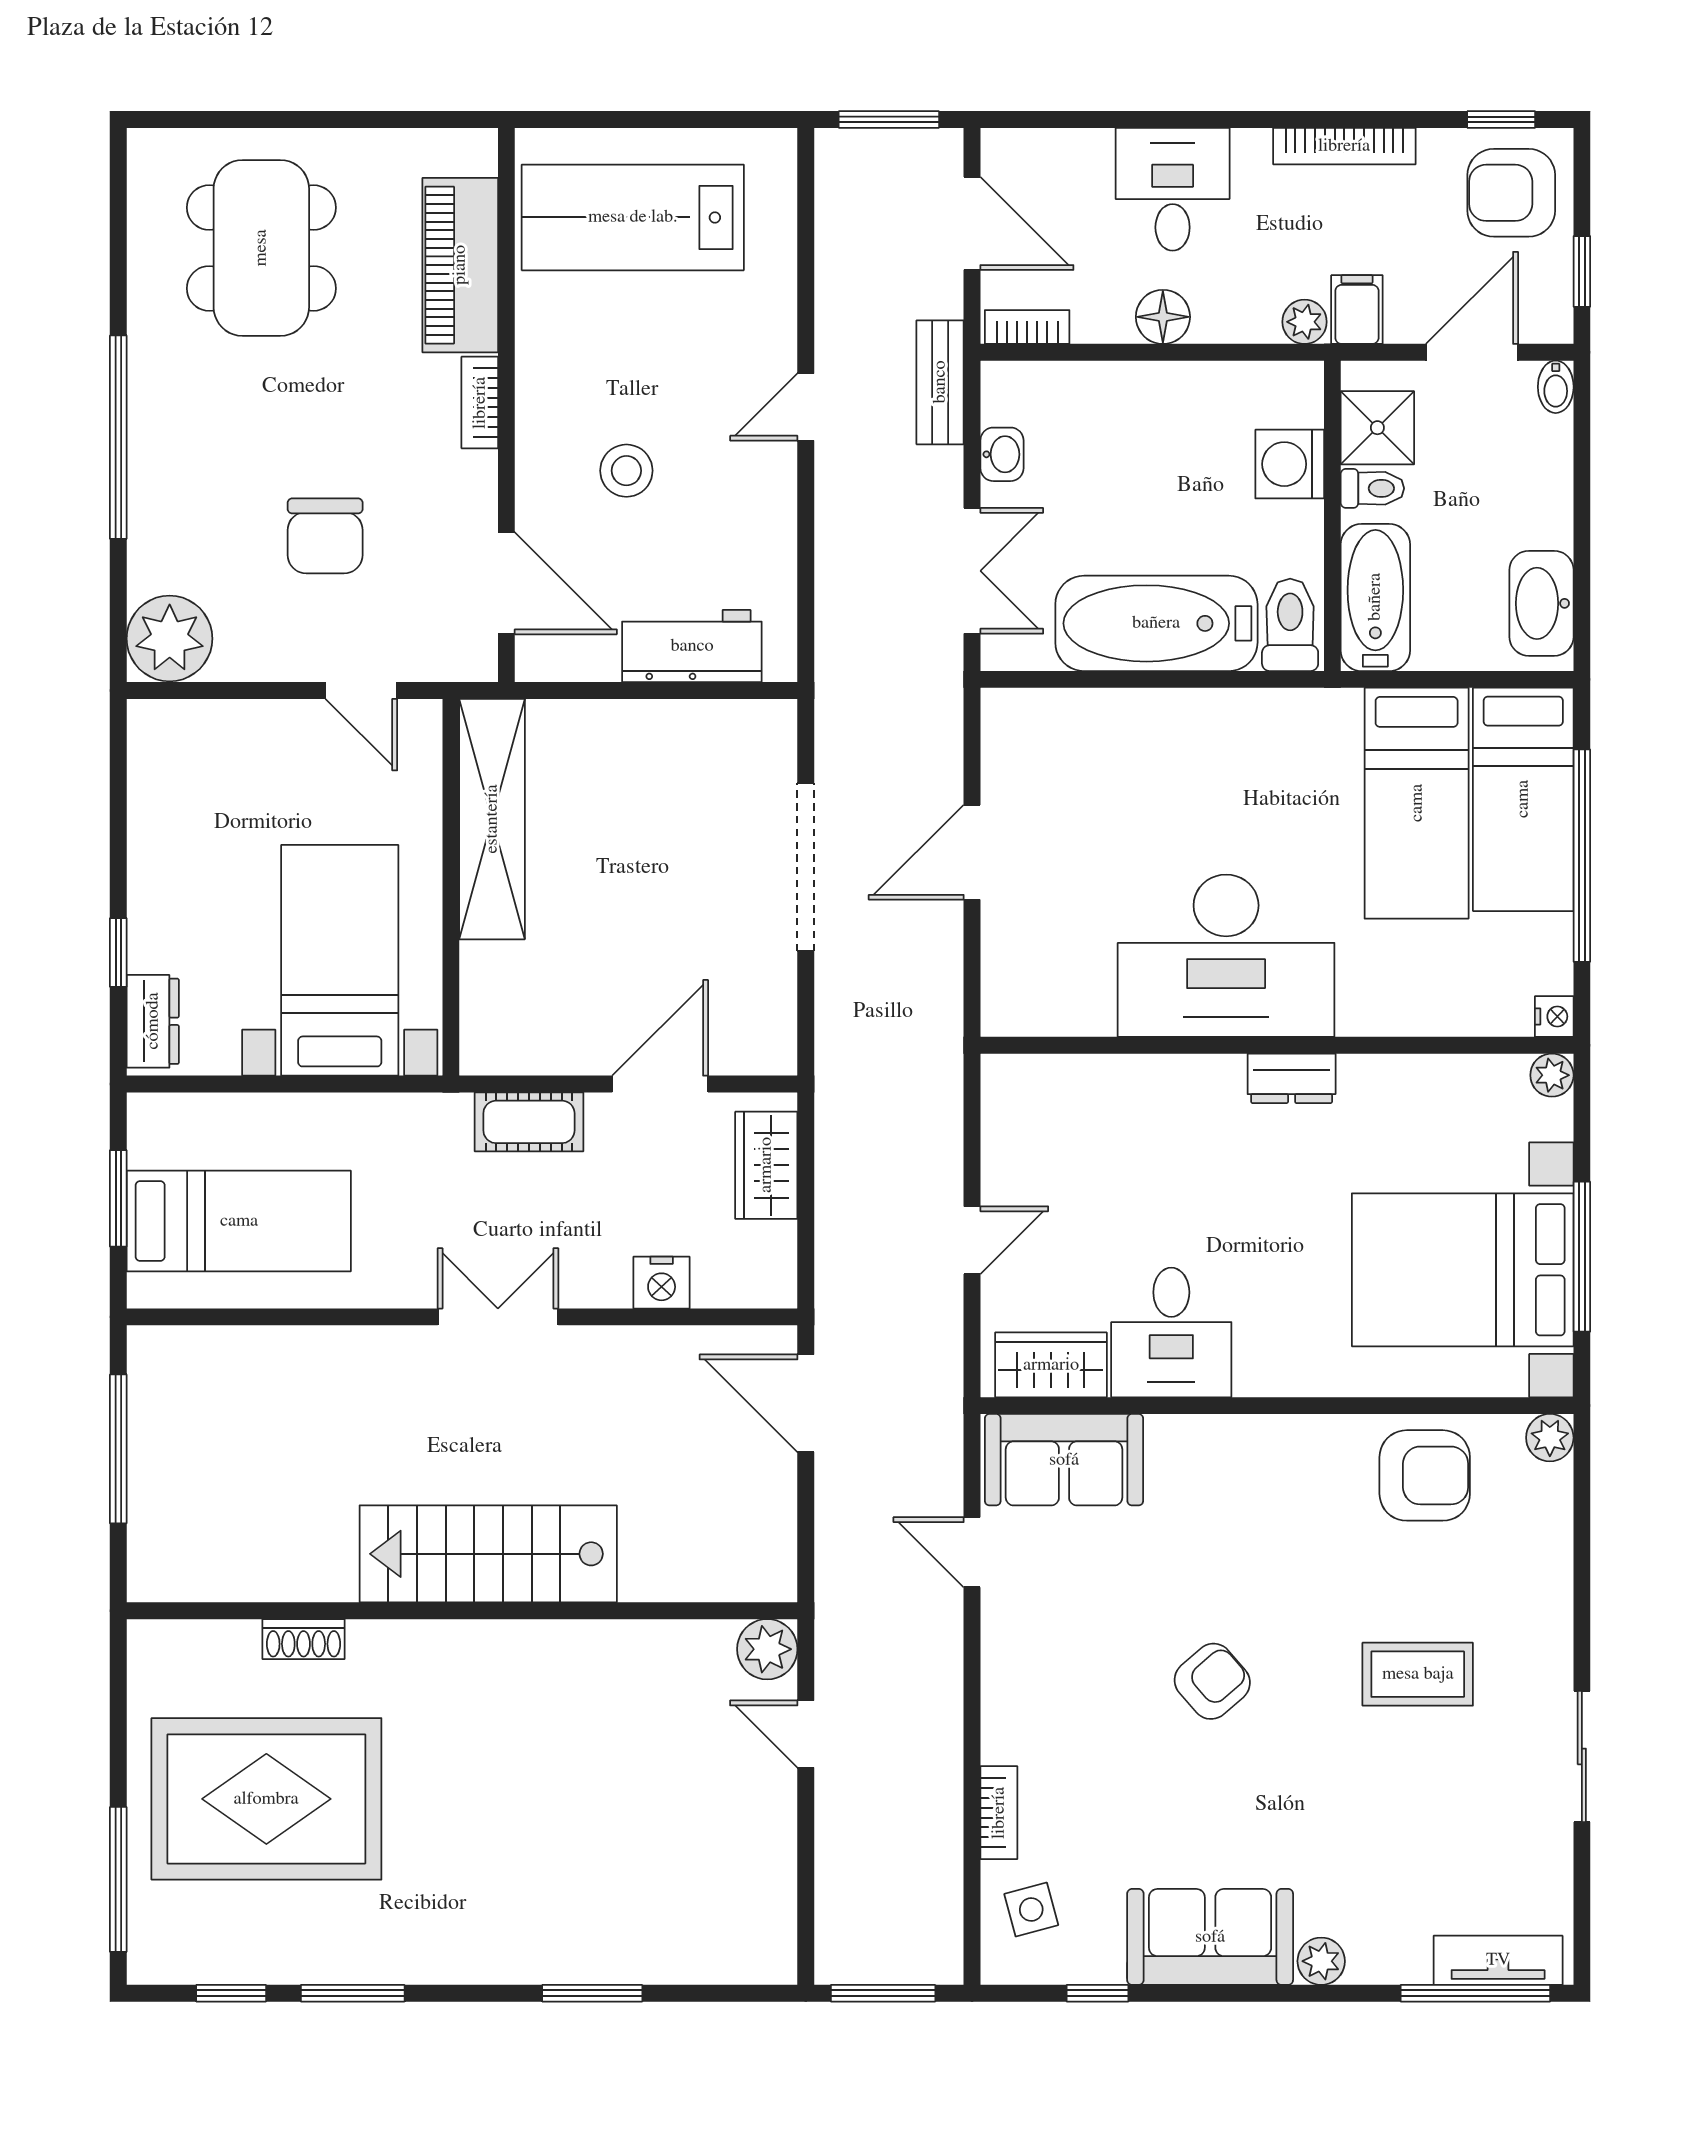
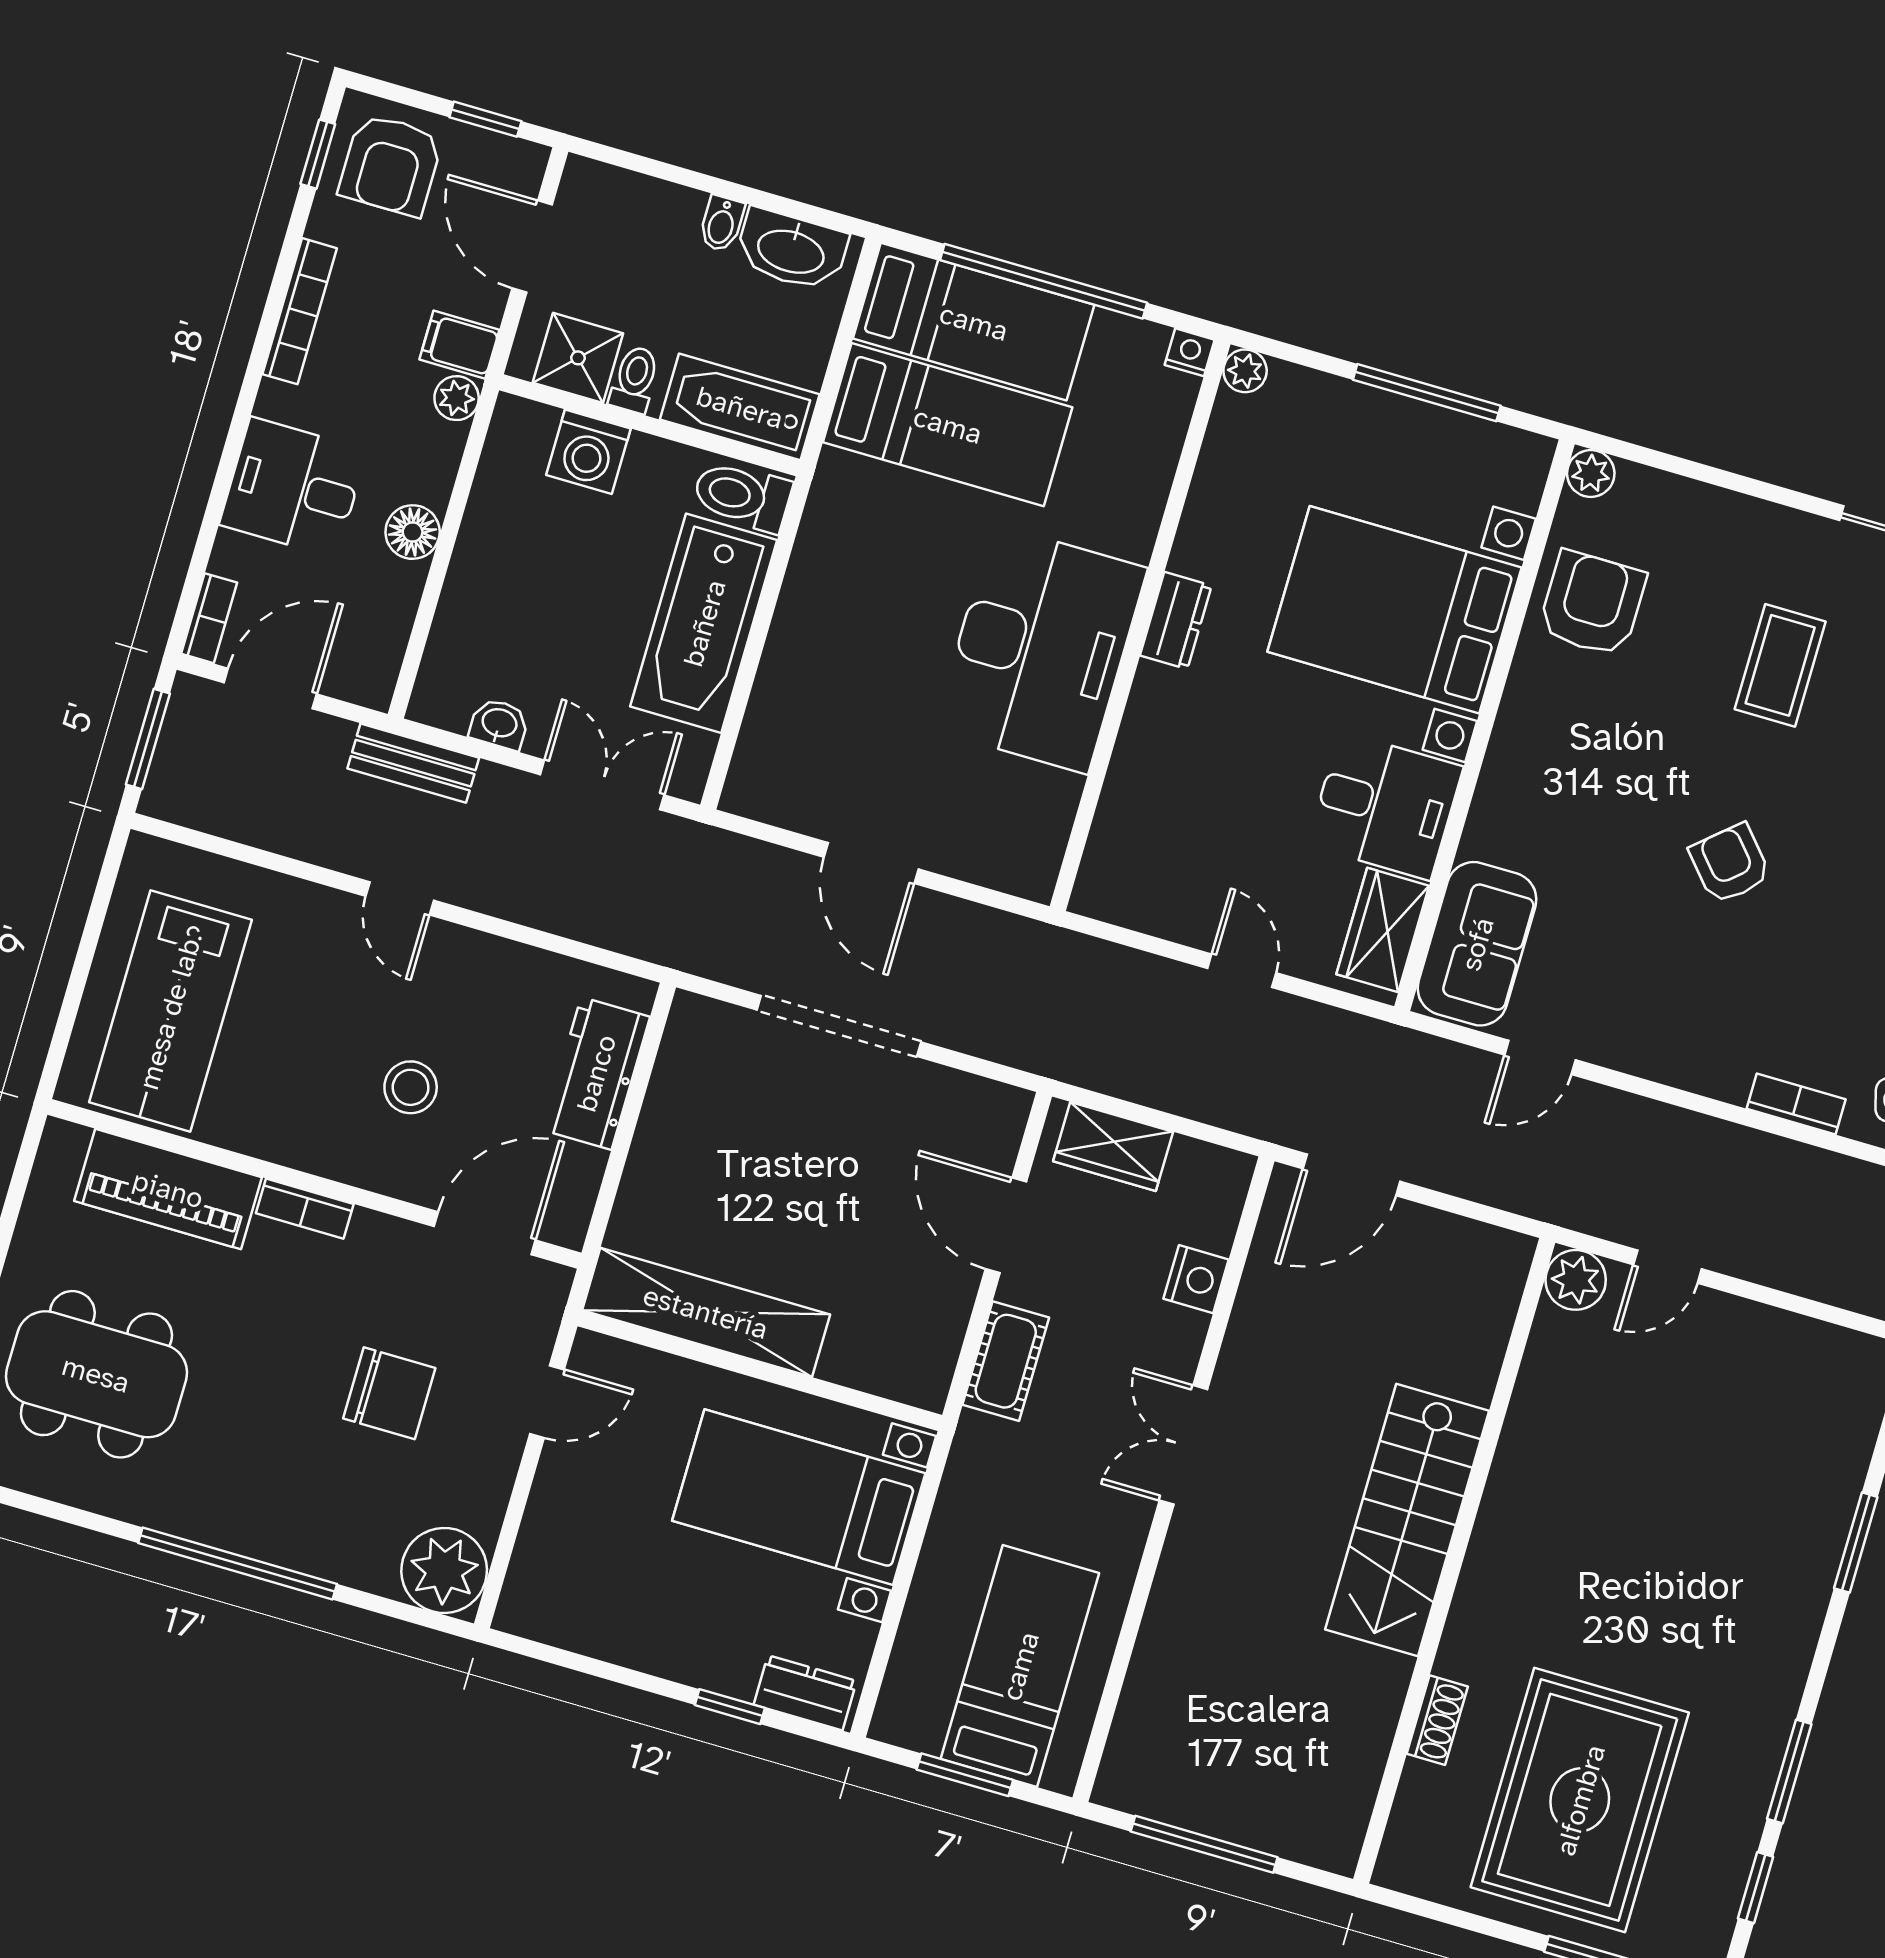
bookcase: (1027, 327) -> (209, 618), moved, turned 180
bidet: (1556, 387) -> (722, 224), moved, turned 90
bed with nightstands: (1463, 1270) -> (1395, 610), moved, turned 90

